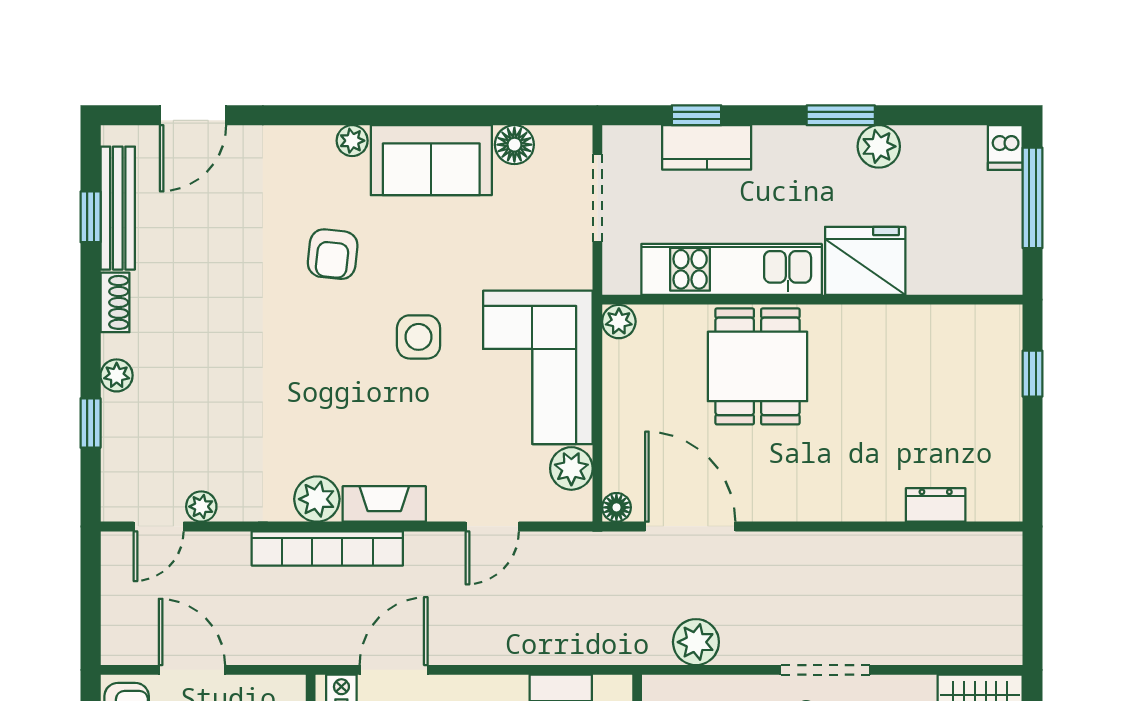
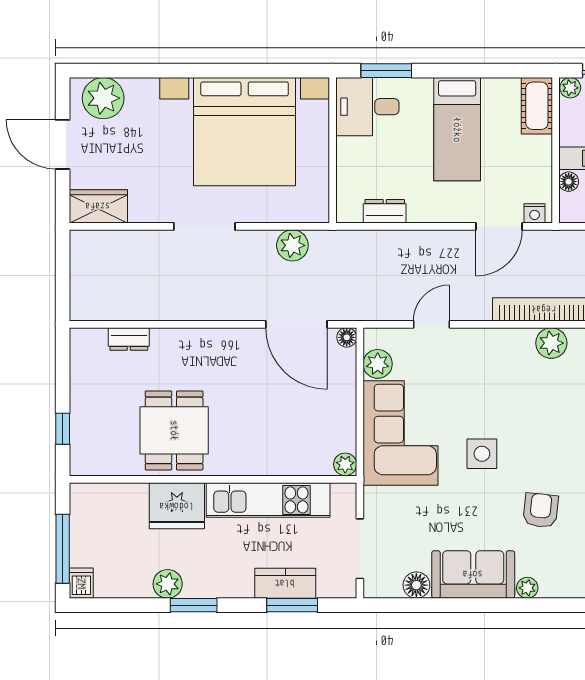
window: (696, 115) -> (292, 605), width x1.50
dining table: (757, 366) -> (174, 430), moved
fireplace: (384, 504) -> (505, 340), removed

